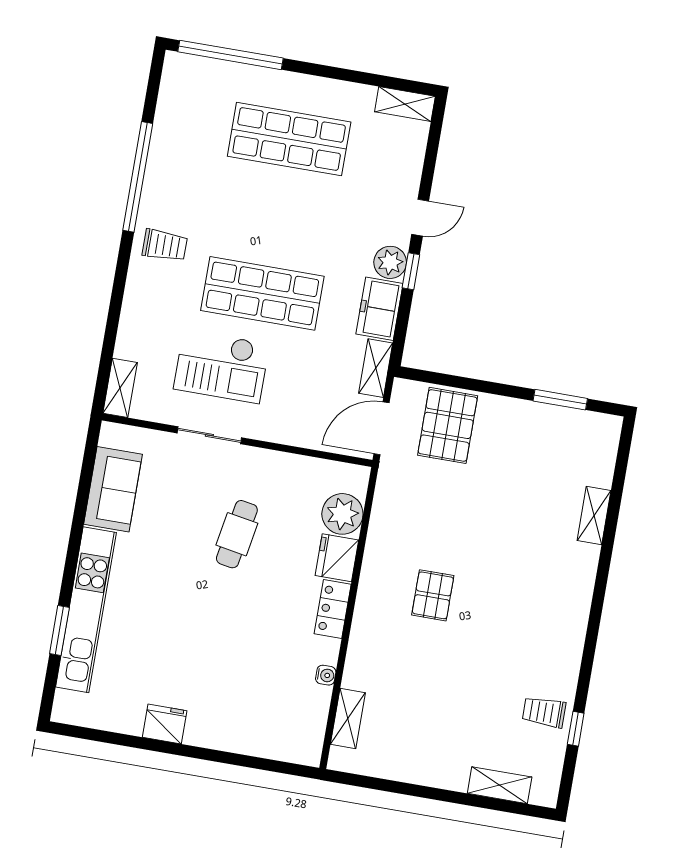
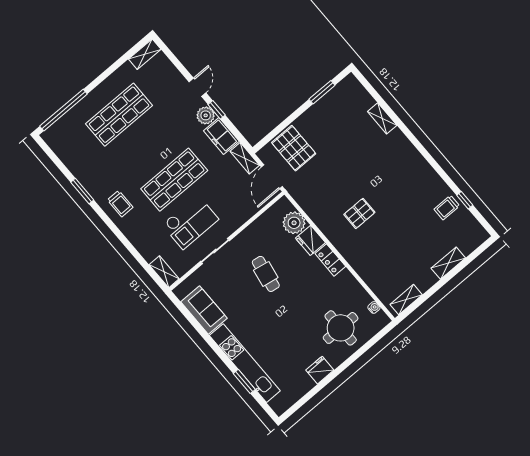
window: (138, 177) -> (82, 191), width x0.47
trolley: (165, 245) -> (120, 204), turned 90
pallet: (433, 595) -> (359, 213), turned 90
water cooler: (326, 675) -> (374, 307), moved
round table: (249, 704) -> (341, 328), added
shelving: (348, 718) -> (406, 300), moved, turned 90
shelving: (500, 785) -> (448, 263), moved

